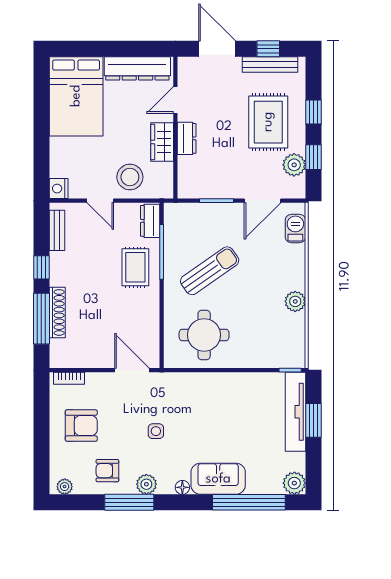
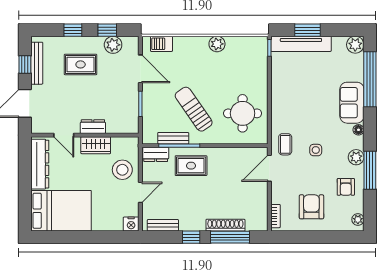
rug: (268, 122) -> (81, 64), width x0.73, depth x0.70
bench: (171, 244) -> (173, 138), added
coffee table: (163, 391) -> (285, 144), added

